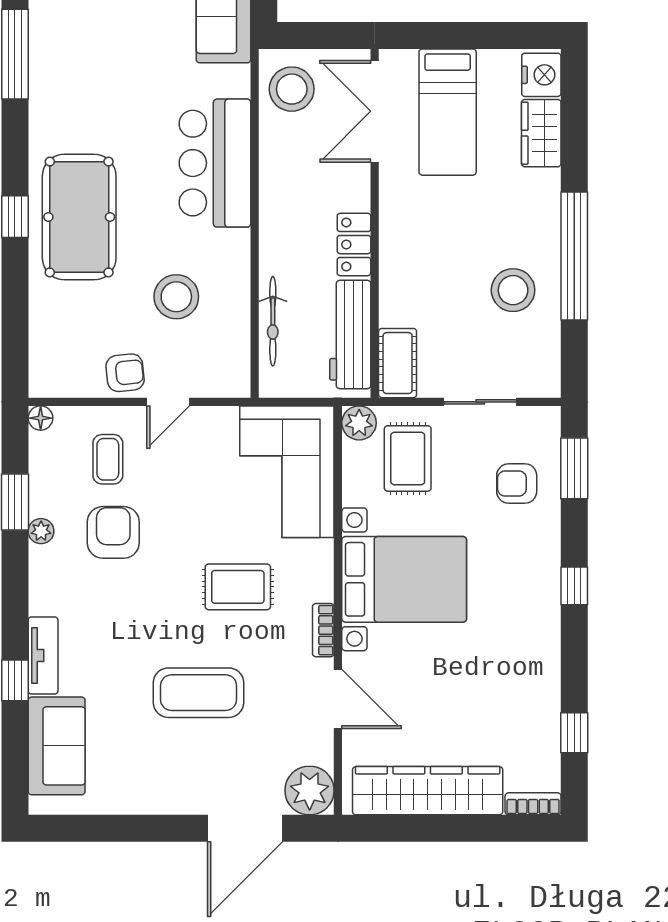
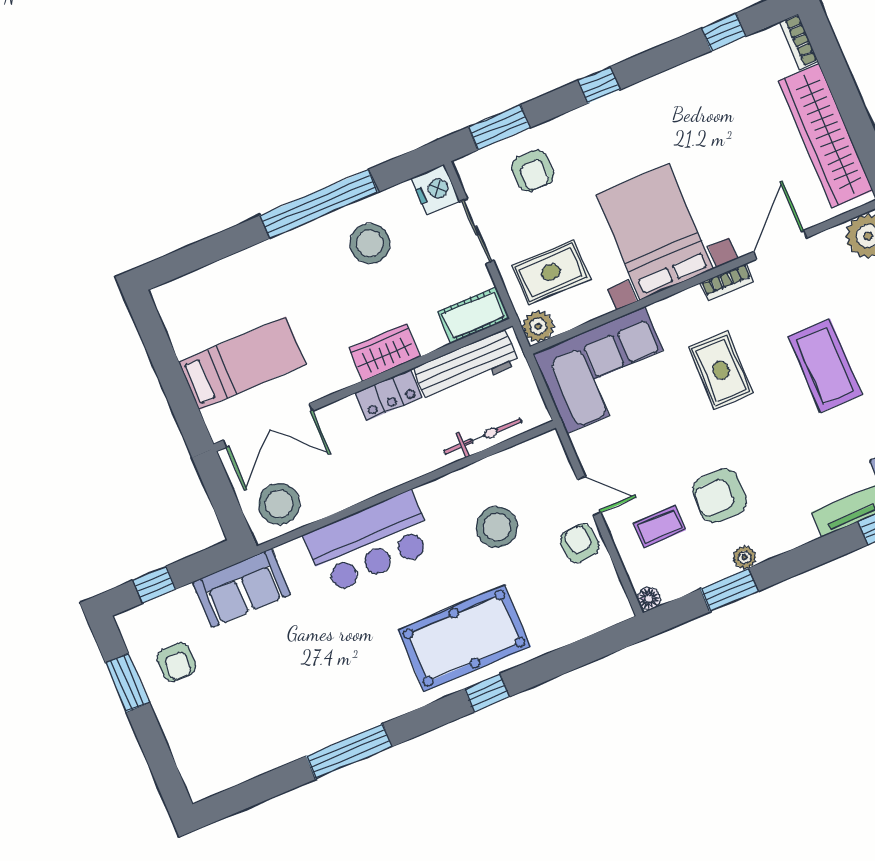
nightstand: (541, 75) -> (435, 190), moved, turned 90
wardrobe: (541, 133) -> (384, 352), moved, turned 180

